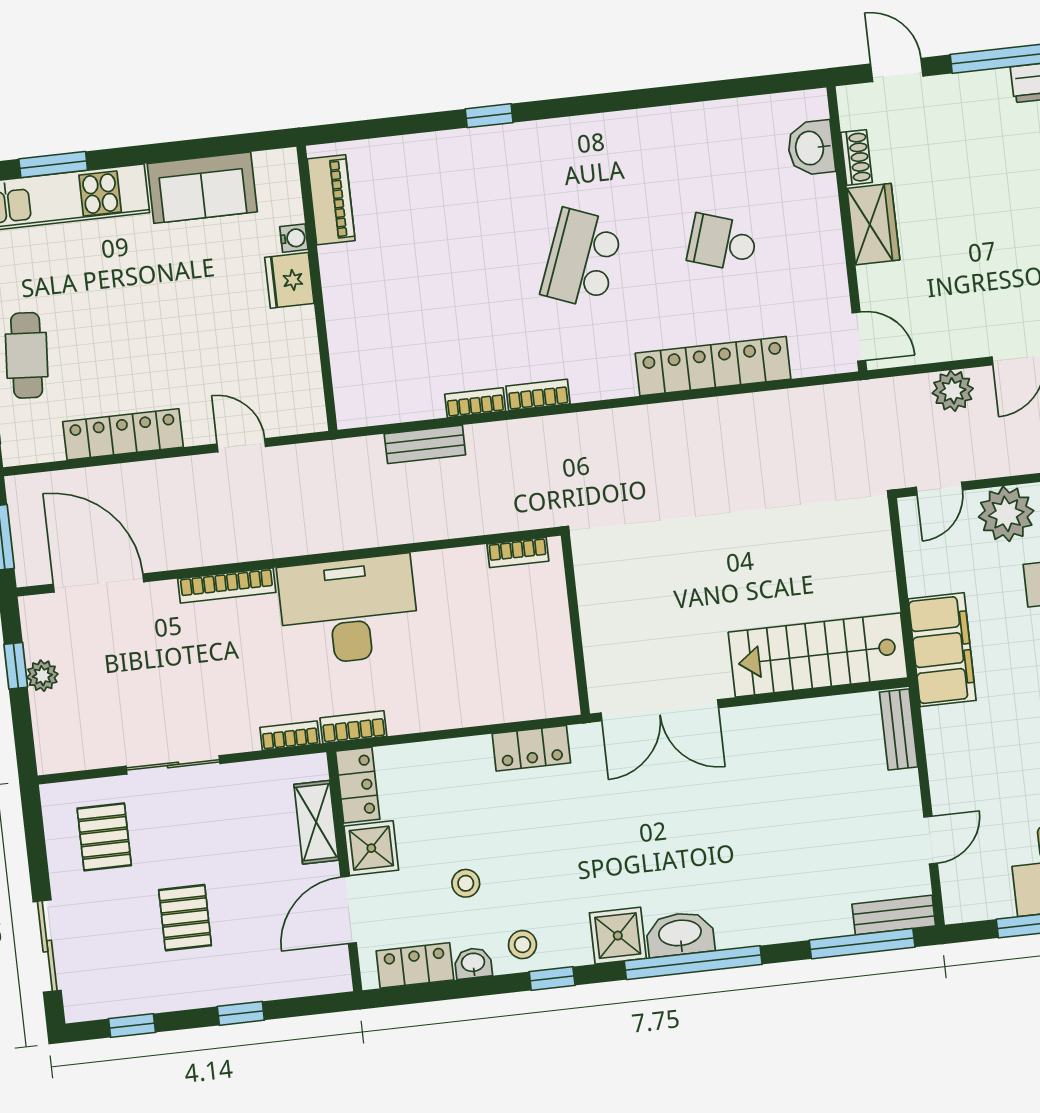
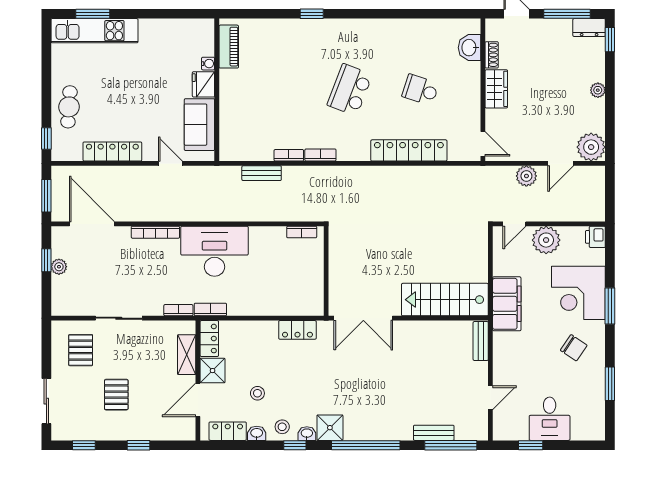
sofa: (202, 188) -> (199, 125), moved, turned 90
bench: (894, 915) -> (434, 433), moved
washbasin: (680, 934) -> (307, 434), moved, width x0.52, depth x0.69

